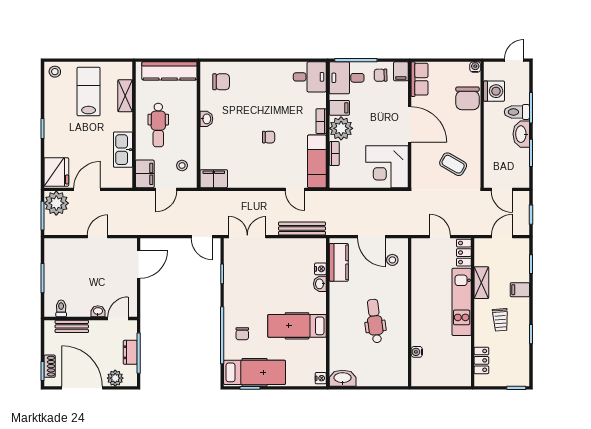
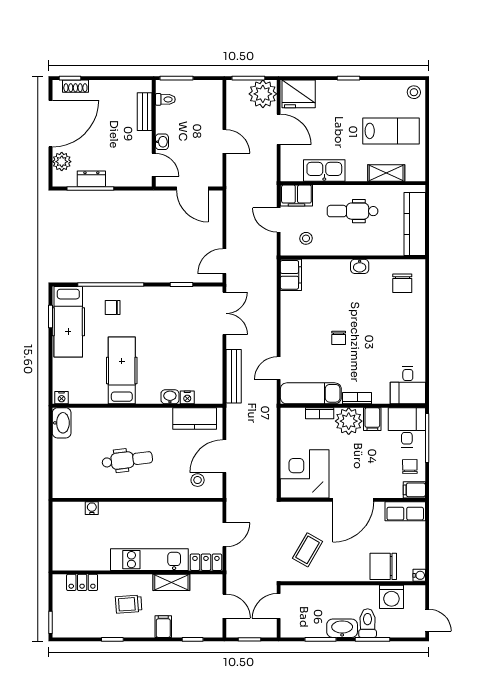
toilet: (61, 308) -> (165, 99), moved
washbasin: (98, 311) -> (162, 142), moved
wall: (91, 319) -> (154, 133), moved
door: (118, 319) -> (154, 165), moved
bench: (72, 326) -> (145, 112), moved

